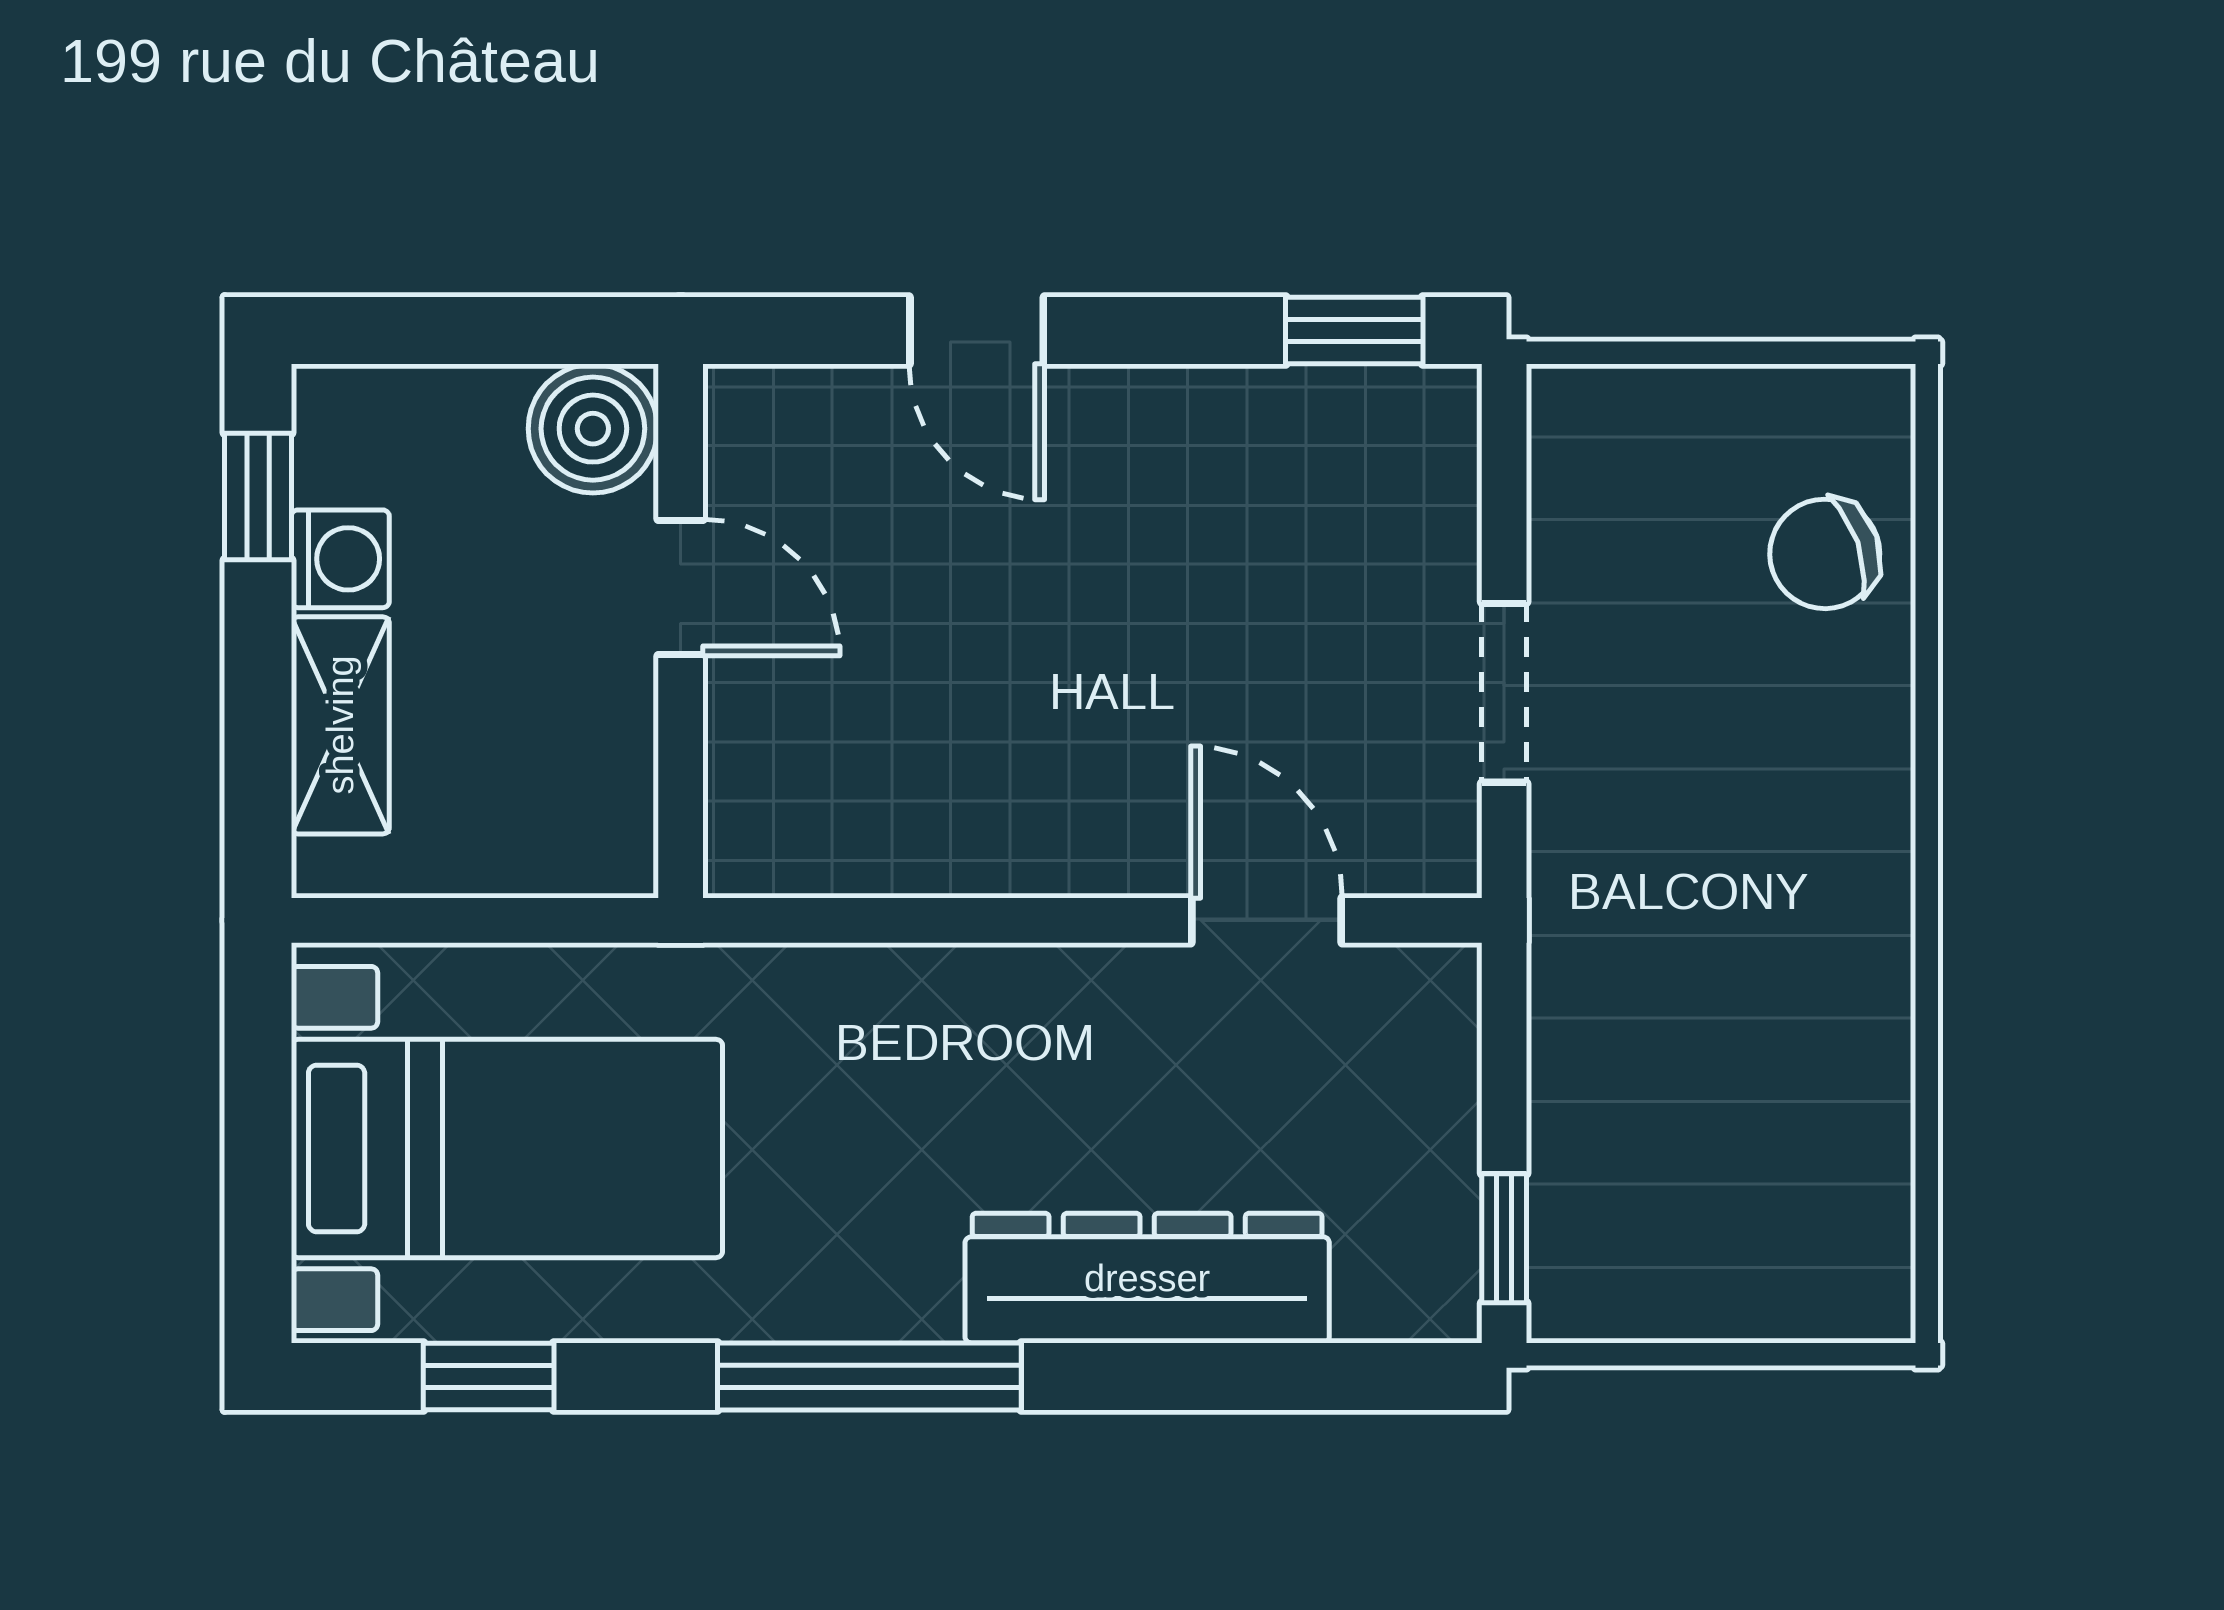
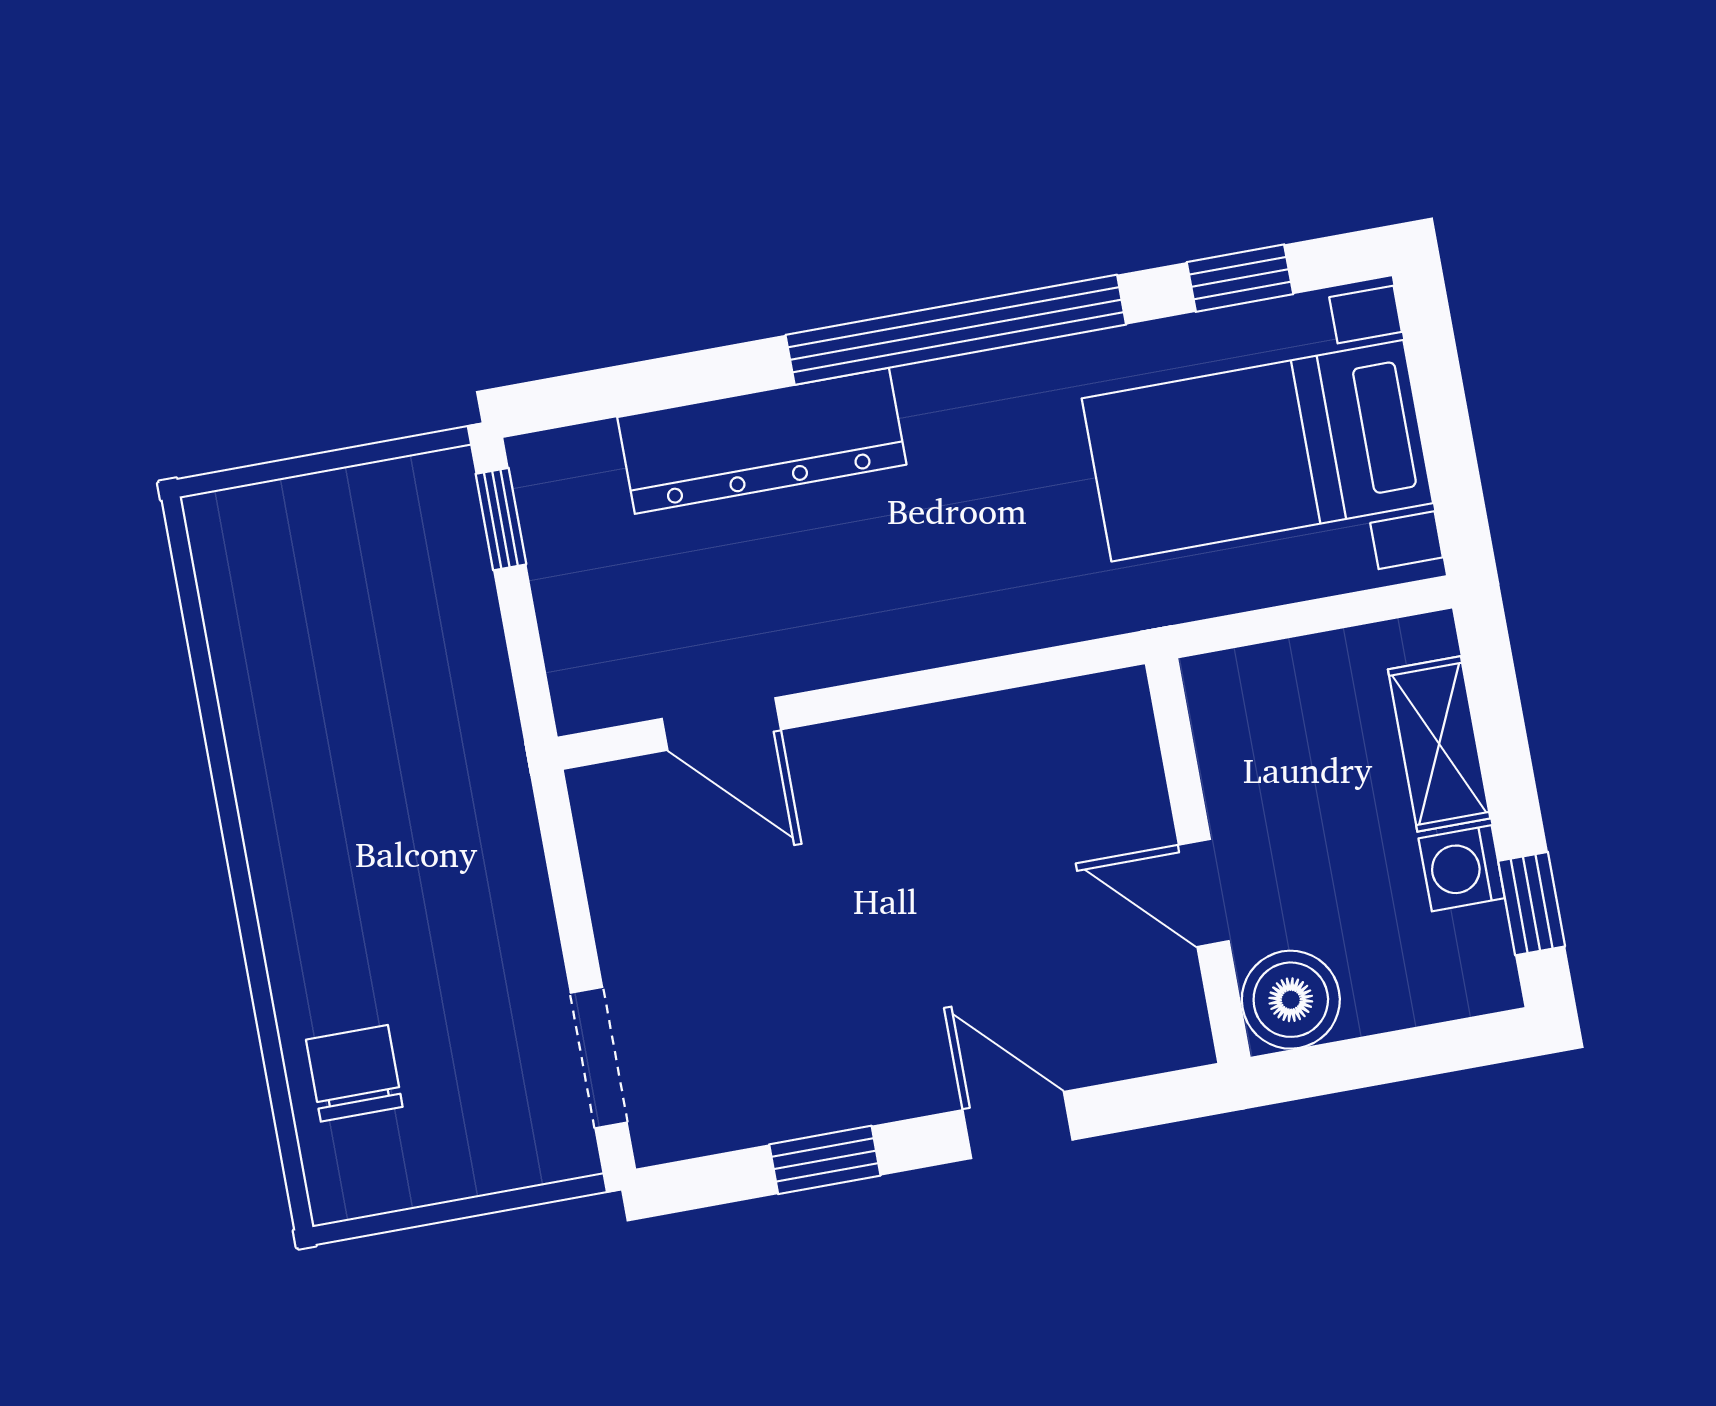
window: (1354, 331) -> (825, 1160), moved
chair: (1825, 554) -> (354, 1073), turned -71
doorway: (1504, 693) -> (599, 1058), moved
window: (869, 1376) -> (956, 330), width x1.46

